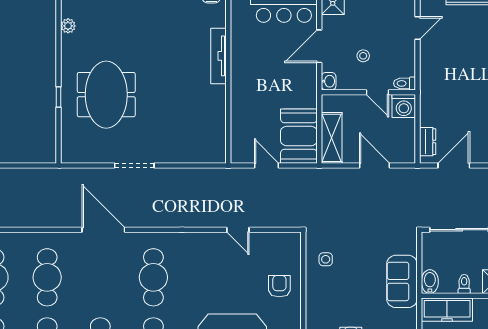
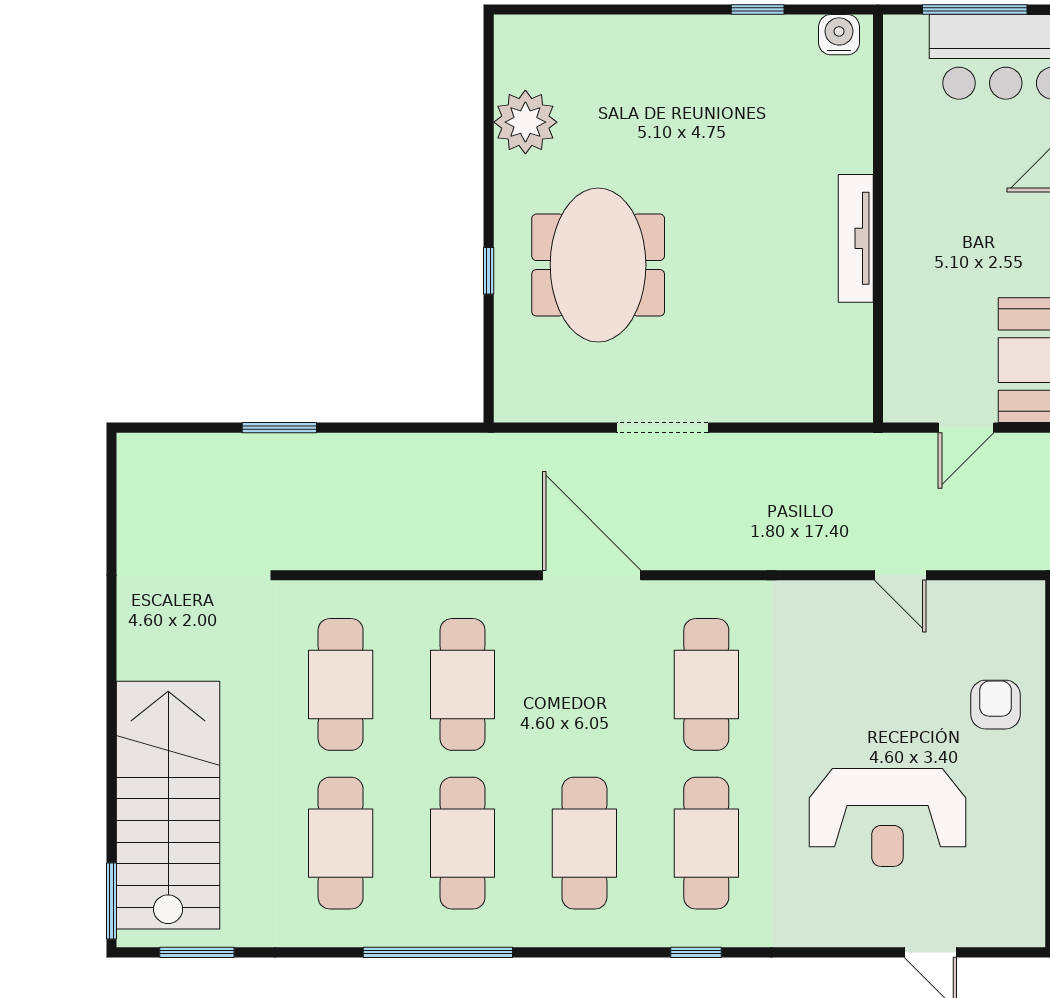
plant: (68, 26) -> (525, 122), width x1.88, depth x1.88
tv unit: (219, 56) -> (856, 238), moved
door: (267, 165) -> (966, 428), swing flipped

